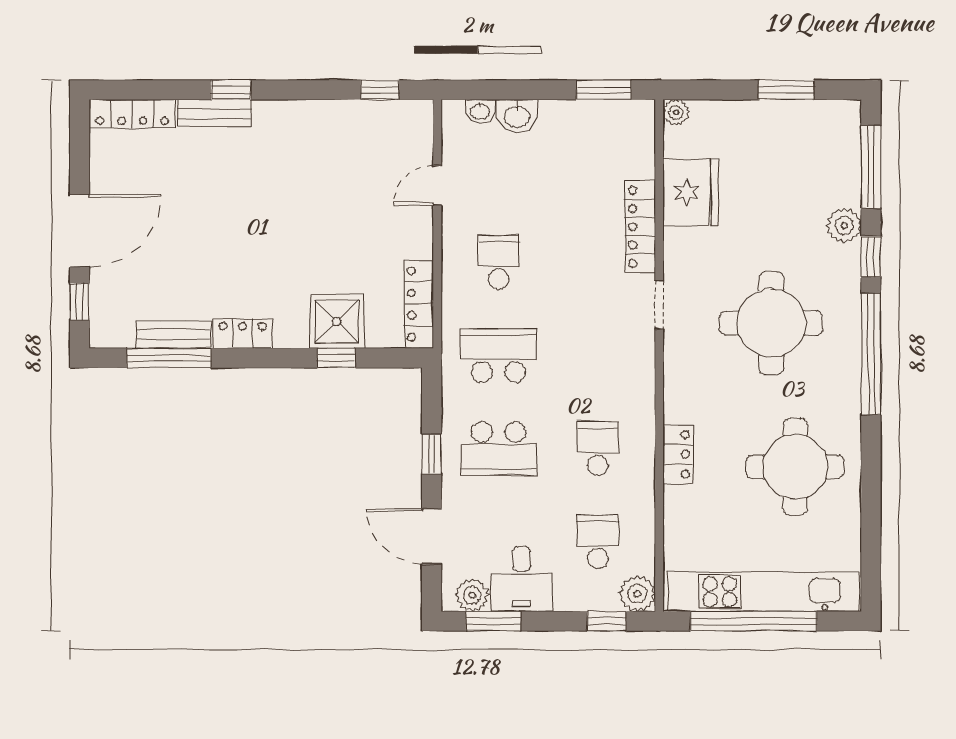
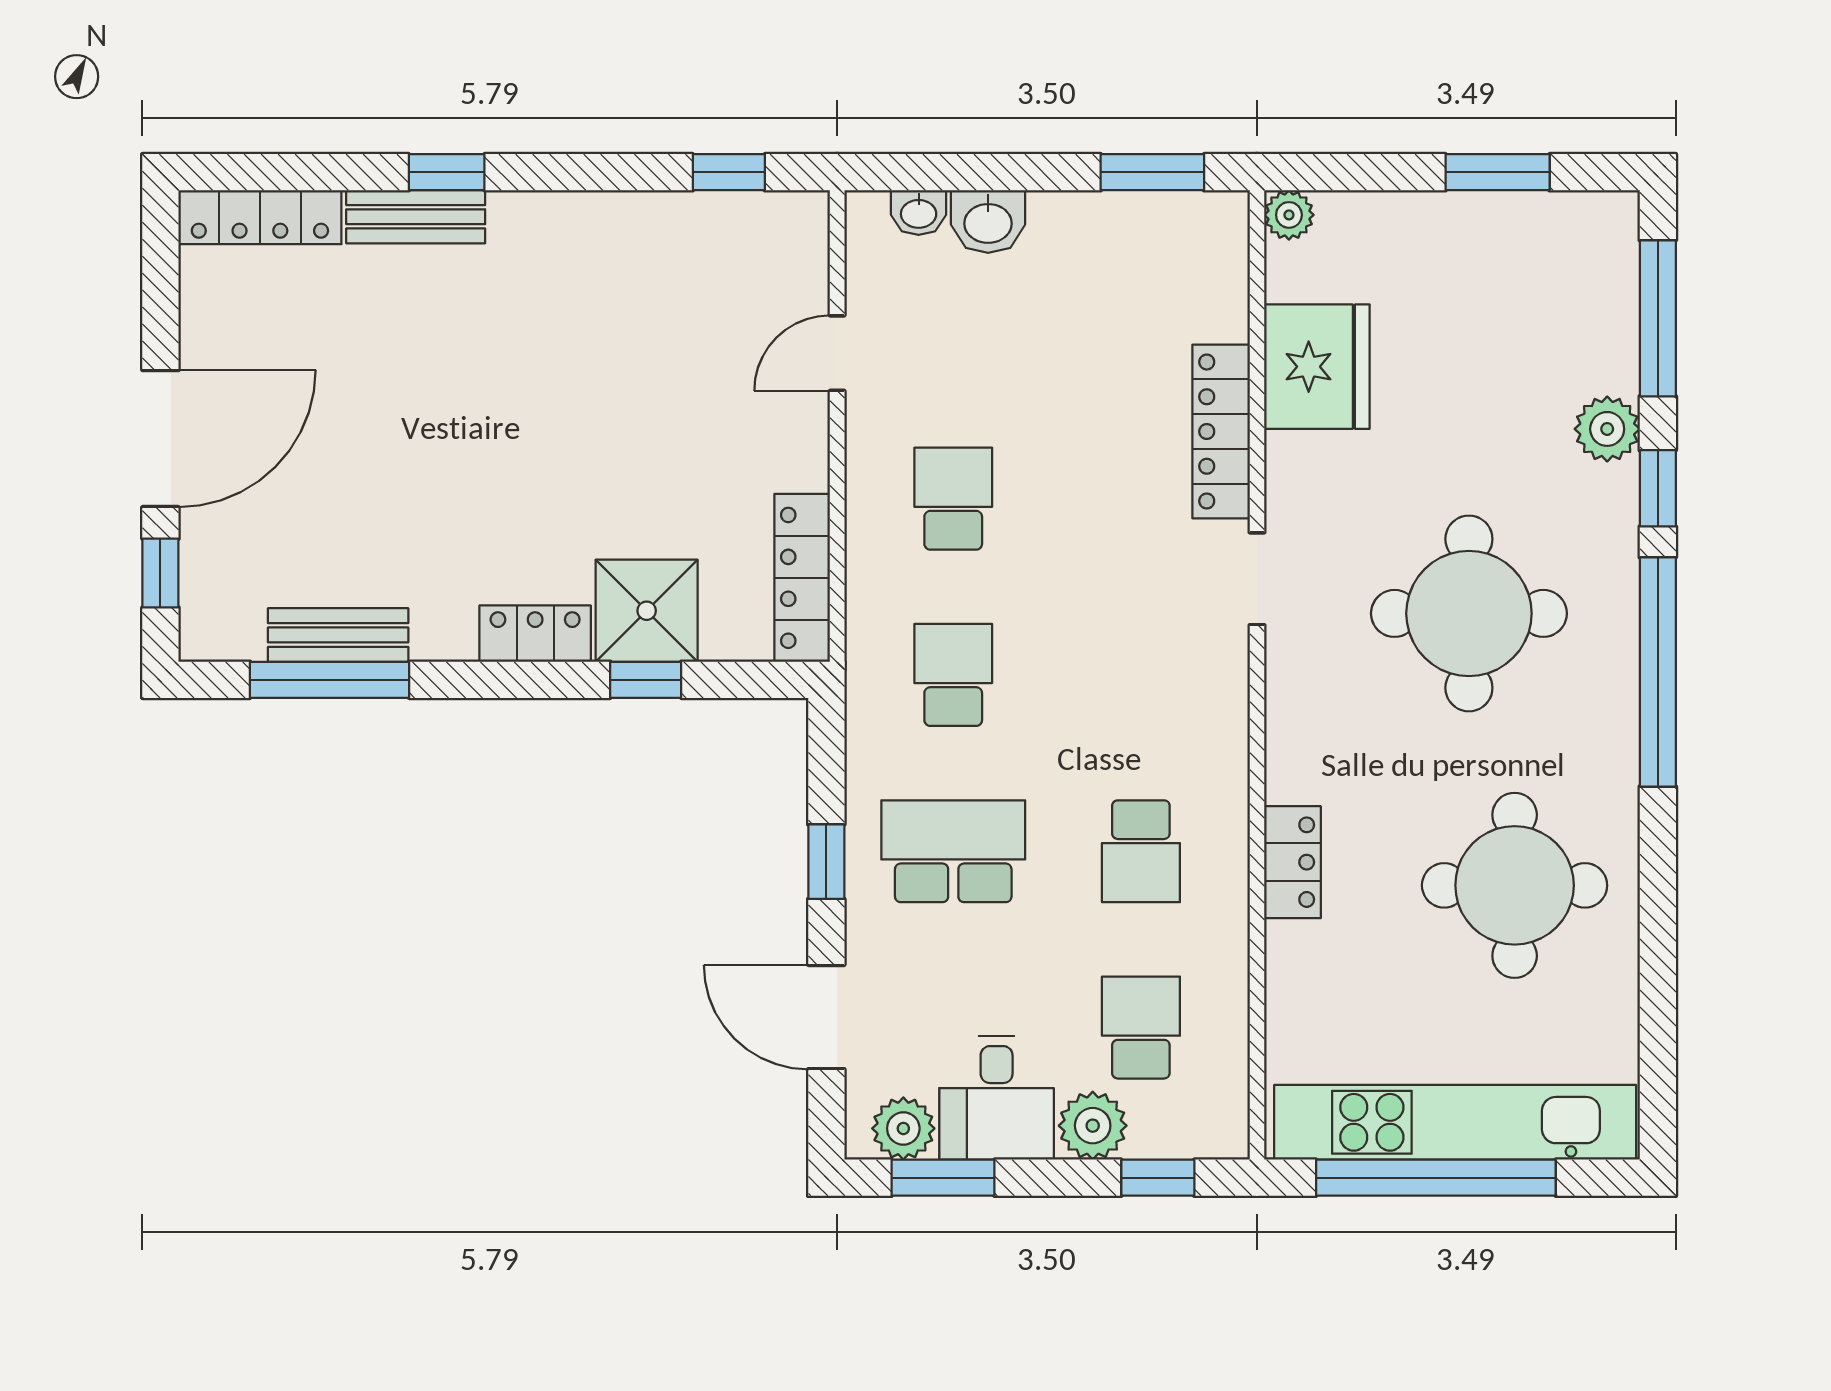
locker: (243, 334) -> (535, 634), moved
school desk: (499, 355) -> (953, 675), width x0.54
school desk: (499, 449) -> (953, 851), turned 180
school desk: (598, 449) -> (1141, 851), turned 180
plant: (637, 594) -> (1093, 1126), moved

